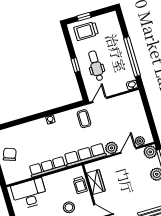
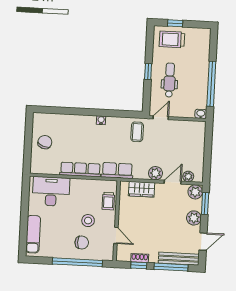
row of seats: (85, 155) -> (117, 171), width x0.68
wardrobe: (96, 182) -> (142, 189), moved, turned 90

